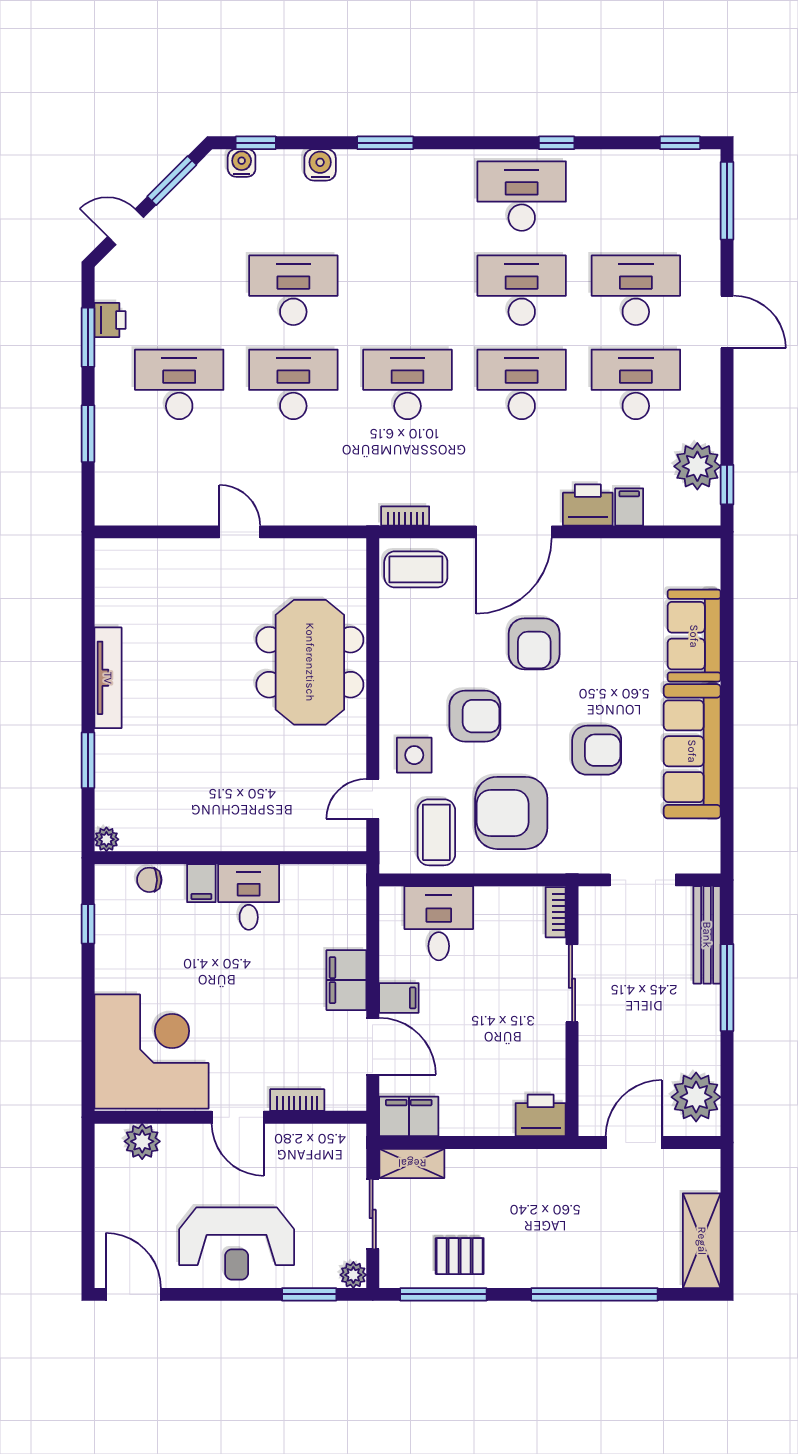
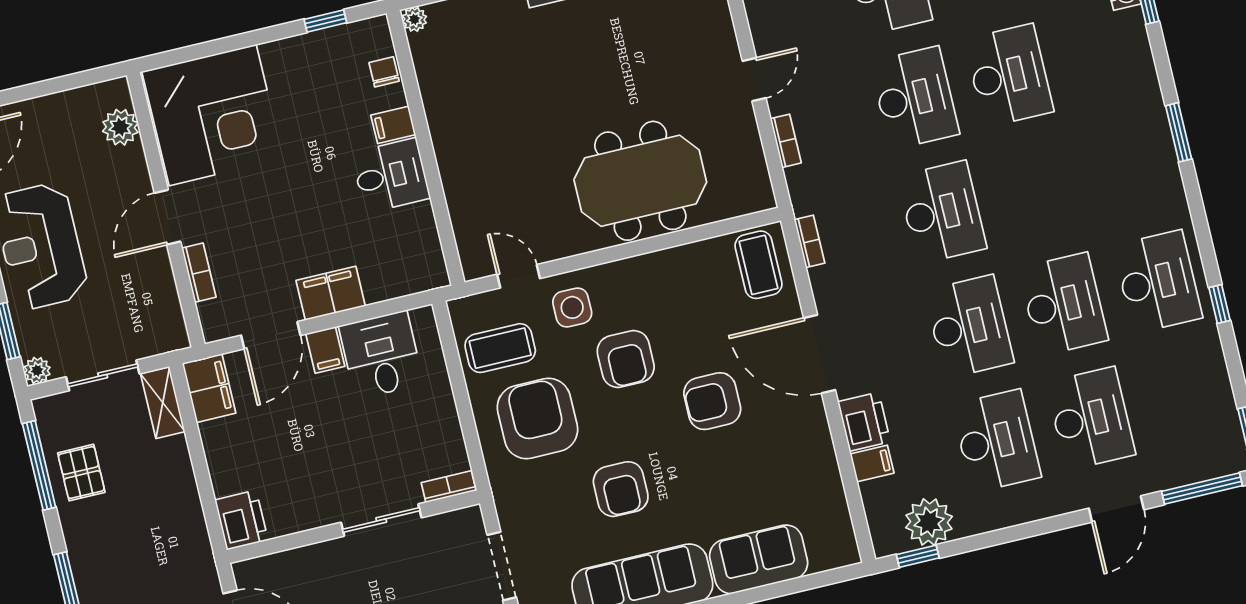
water cooler: (320, 165) -> (1141, 72), removed
door: (727, 322) -> (1116, 509), moved
bookcase: (305, 516) -> (786, 141), added
desk: (439, 923) -> (381, 355), moved, turned -90

